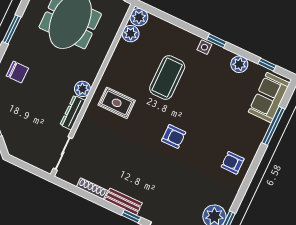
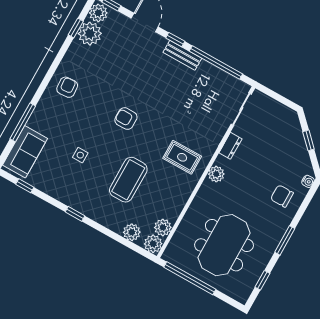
side table: (204, 47) -> (80, 155), moved
plant: (239, 64) -> (132, 232), moved
dresser: (73, 113) -> (230, 146), width x0.70
armchair: (233, 163) -> (67, 87), turned -94
shoe rack: (92, 189) -> (214, 71), removed
window: (90, 197) -> (216, 62), added

